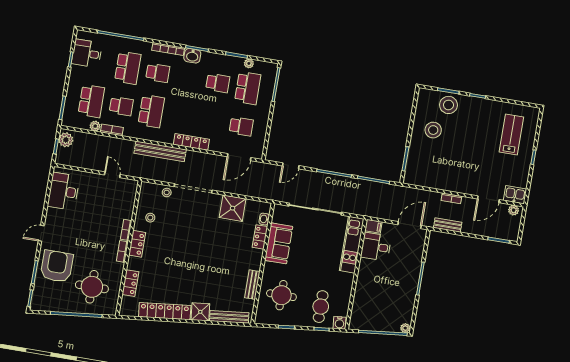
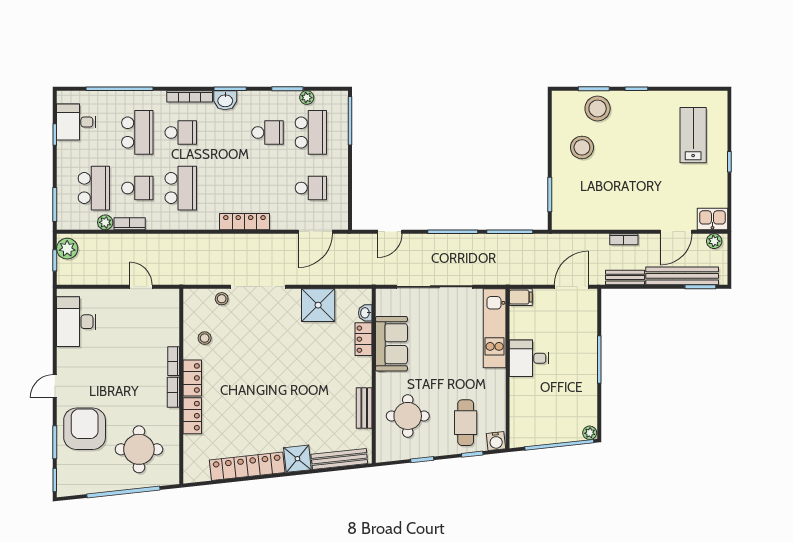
bench: (160, 151) -> (682, 276), moved
desk: (376, 247) -> (529, 358), moved
locker: (130, 283) -> (192, 416), moved

